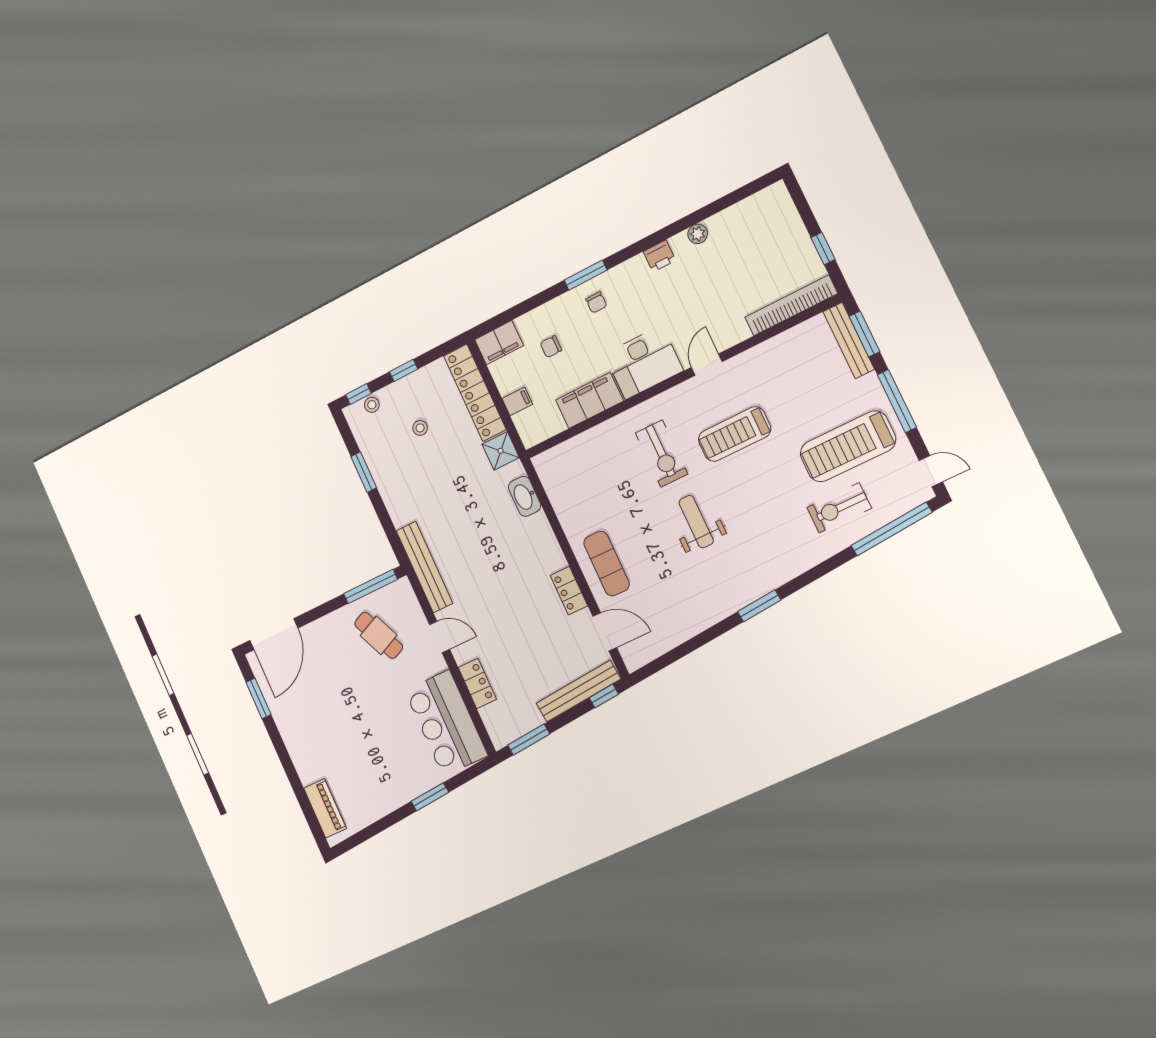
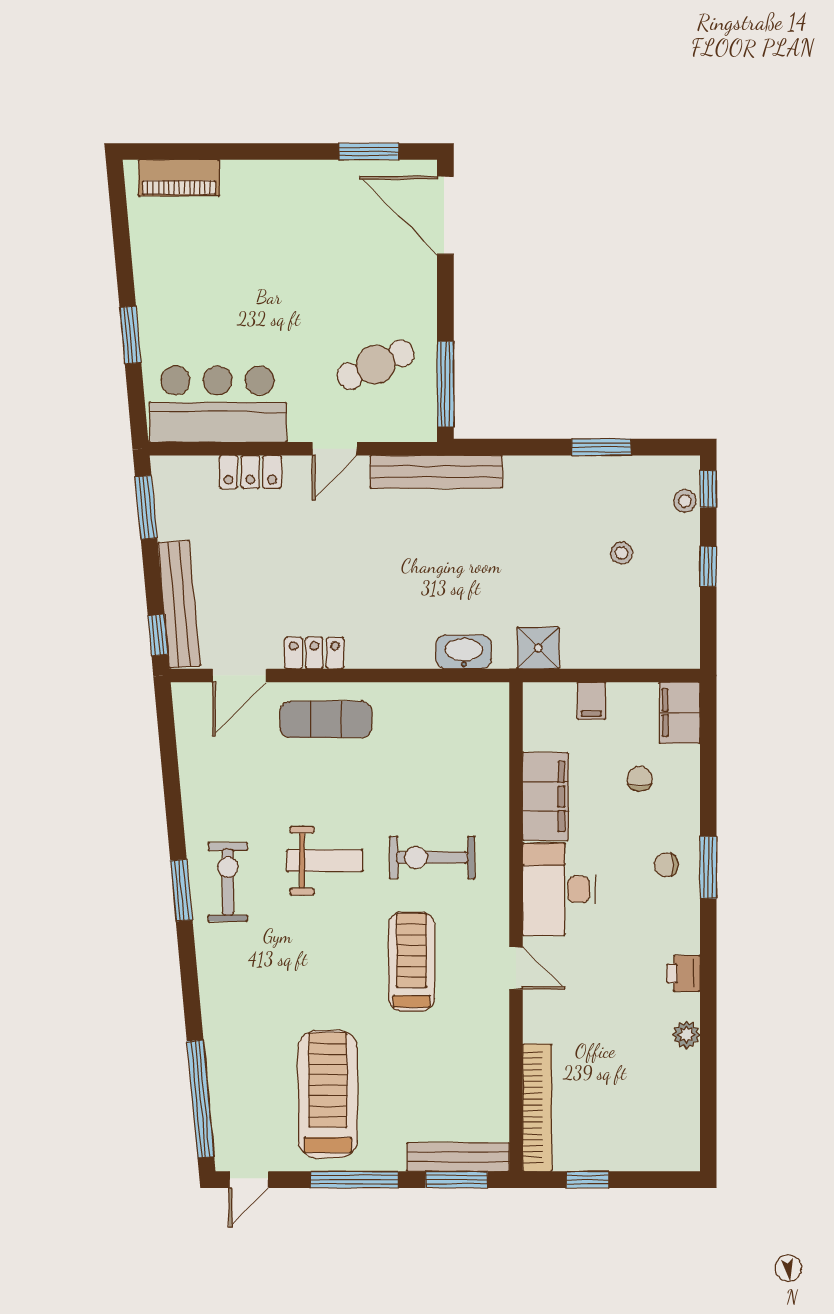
locker: (475, 393) -> (631, 649), removed
exercise bike: (839, 508) -> (228, 882), moved

